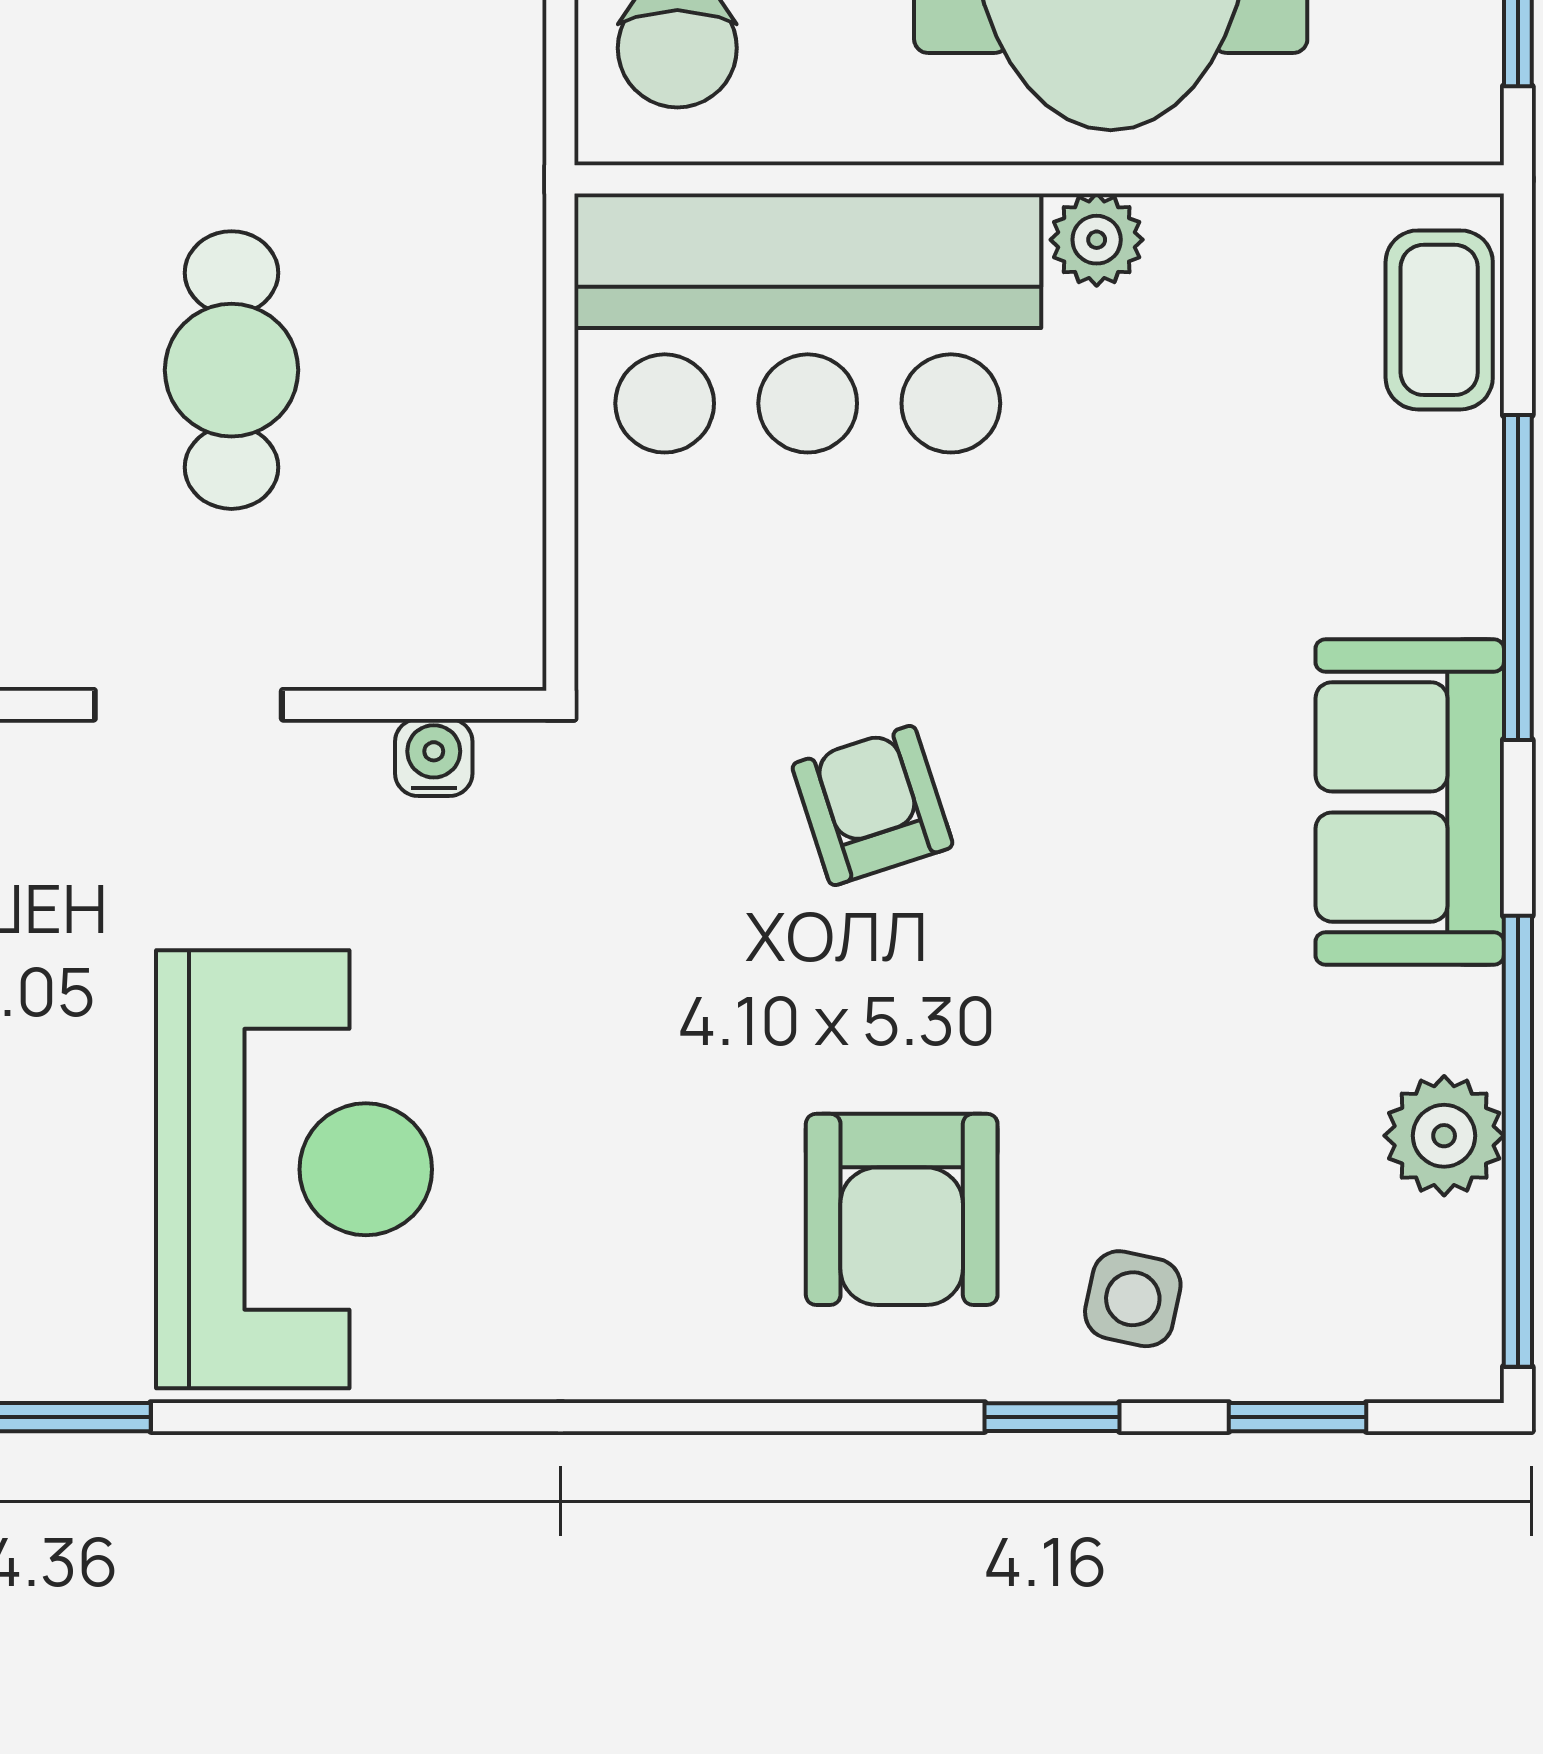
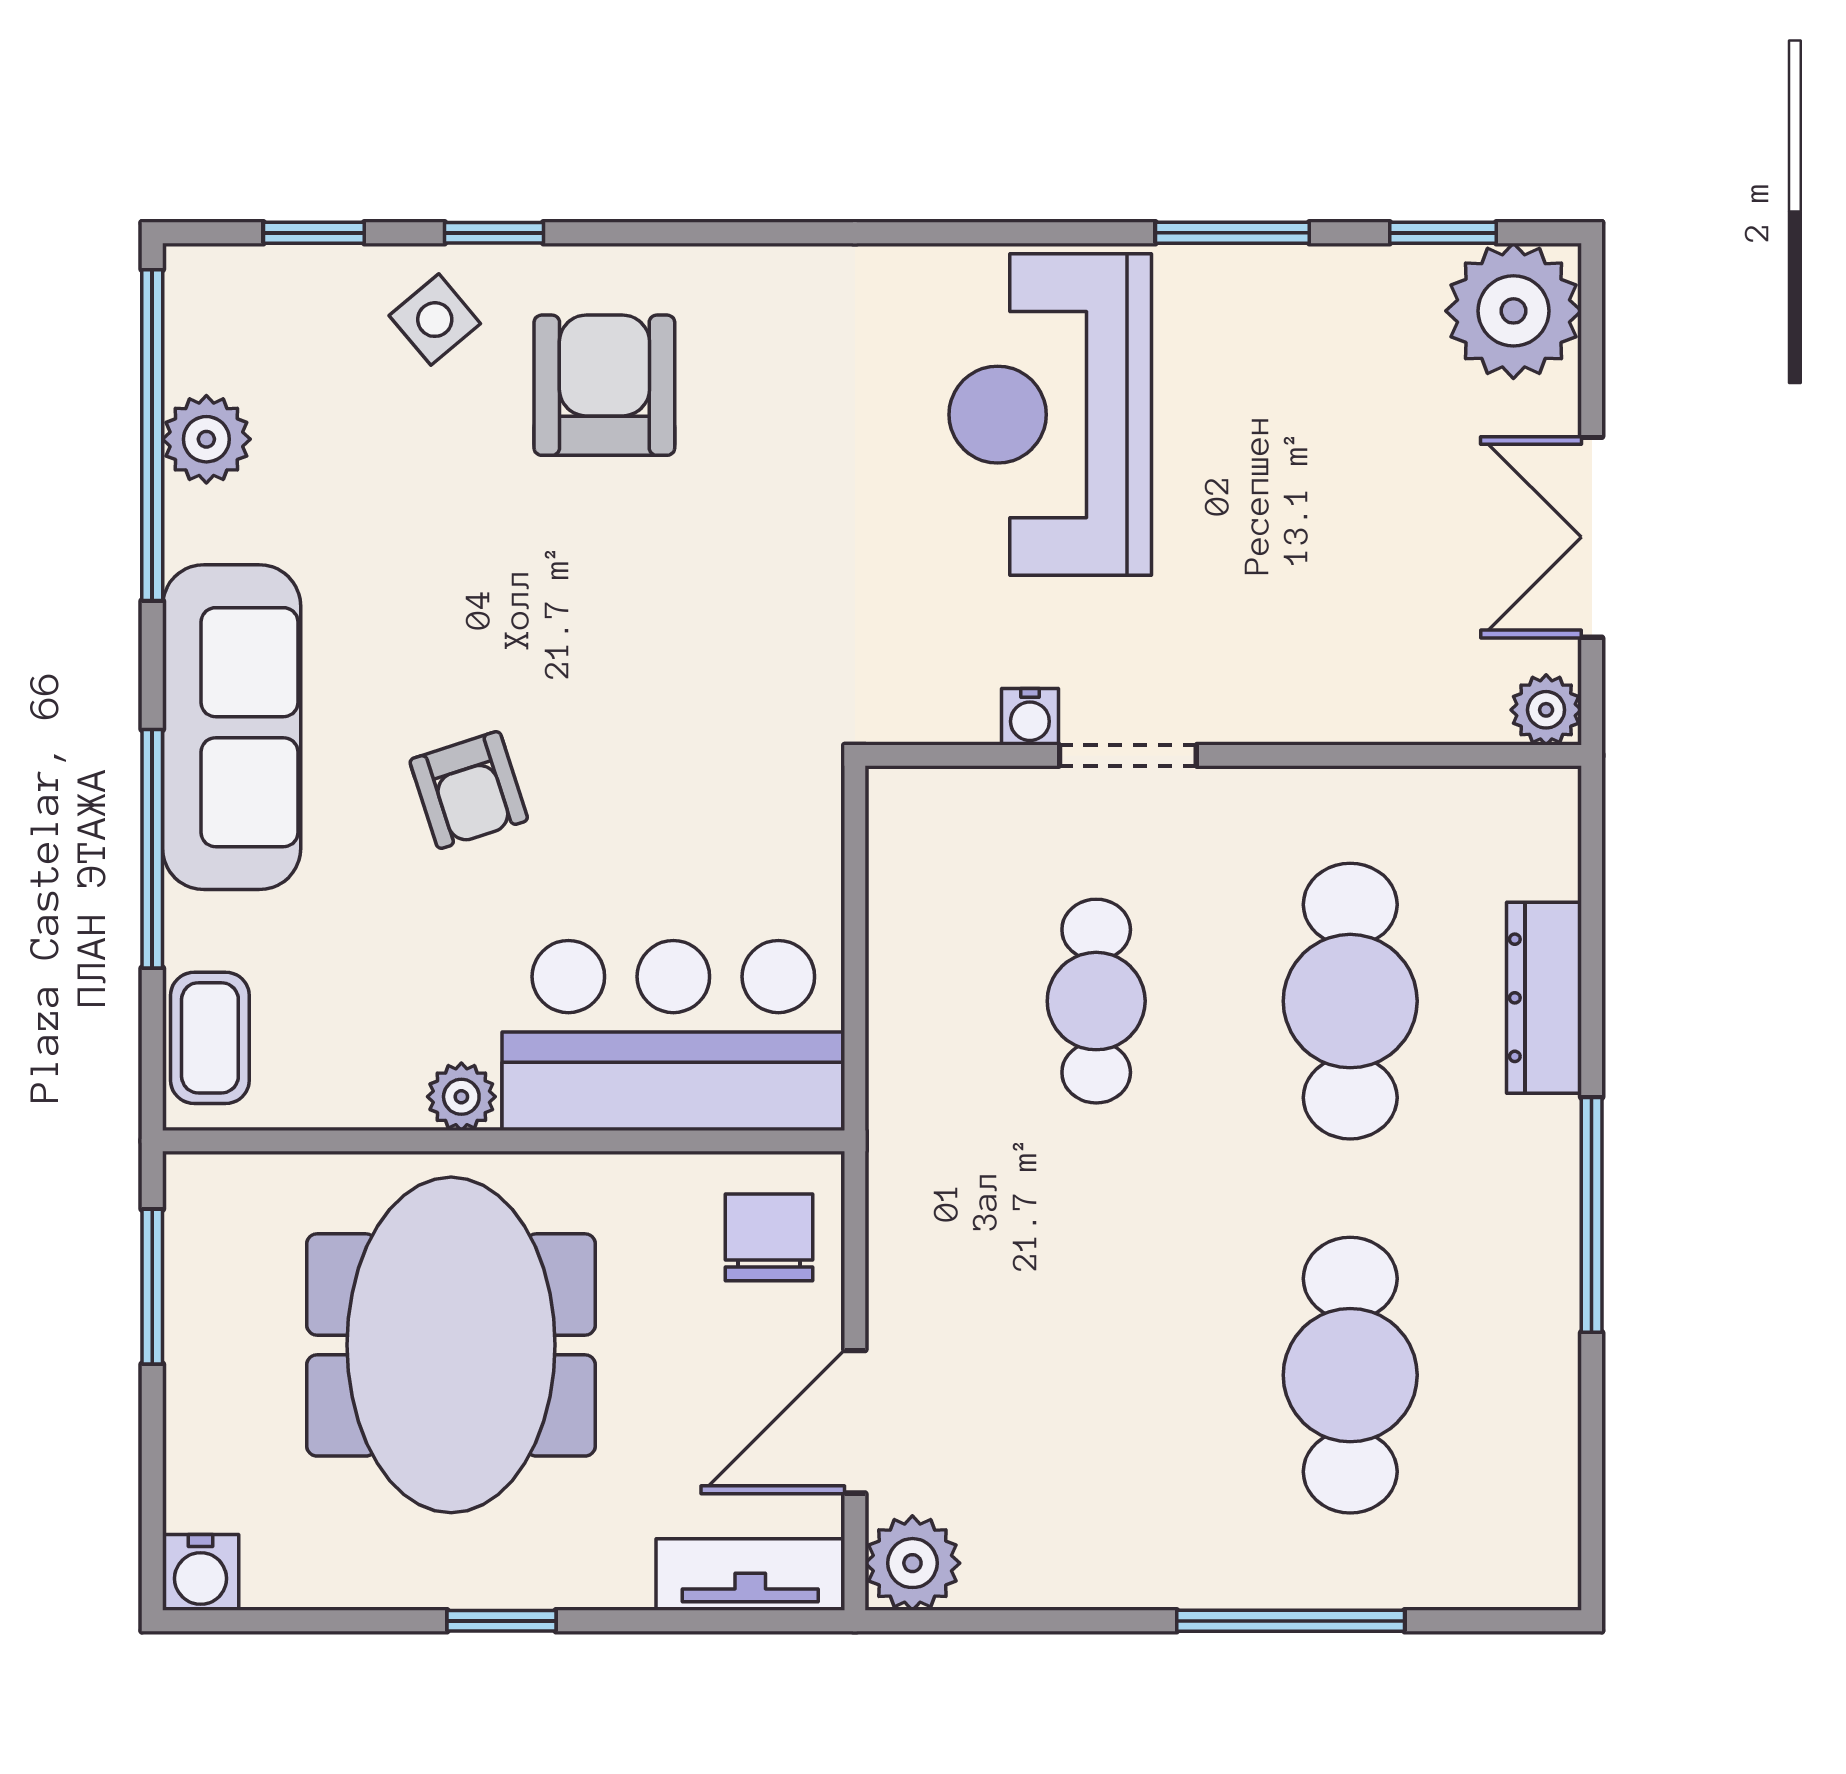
water cooler: (434, 758) -> (1030, 717), moved
sofa: (1410, 802) -> (232, 727), width x1.36
armchair: (872, 806) -> (469, 790), moved
side table: (1133, 1299) -> (435, 320), turned 38

